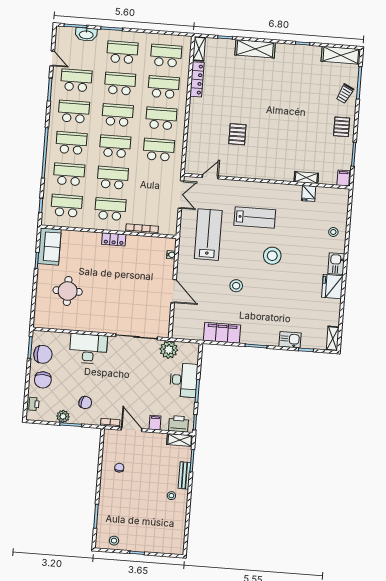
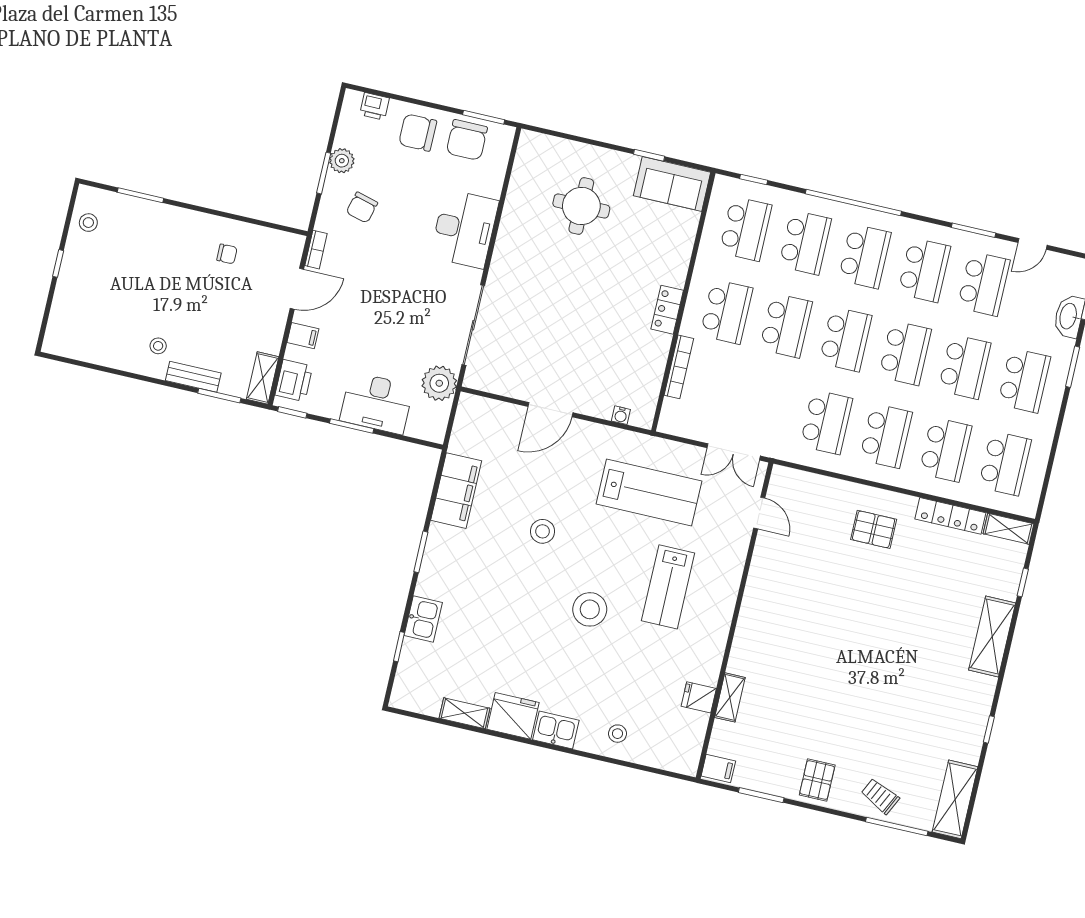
pallet: (342, 127) -> (817, 780), turned 90
pallet: (237, 134) -> (874, 529), moved
shelving: (333, 338) -> (464, 713), moved

